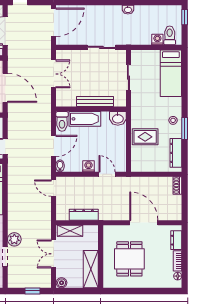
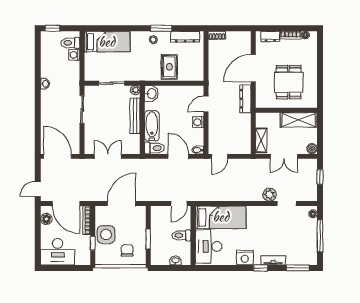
plant: (121, 102) -> (135, 90), added
dresser: (84, 215) -> (245, 99), moved
dining table: (129, 259) -> (289, 82), turned 90

